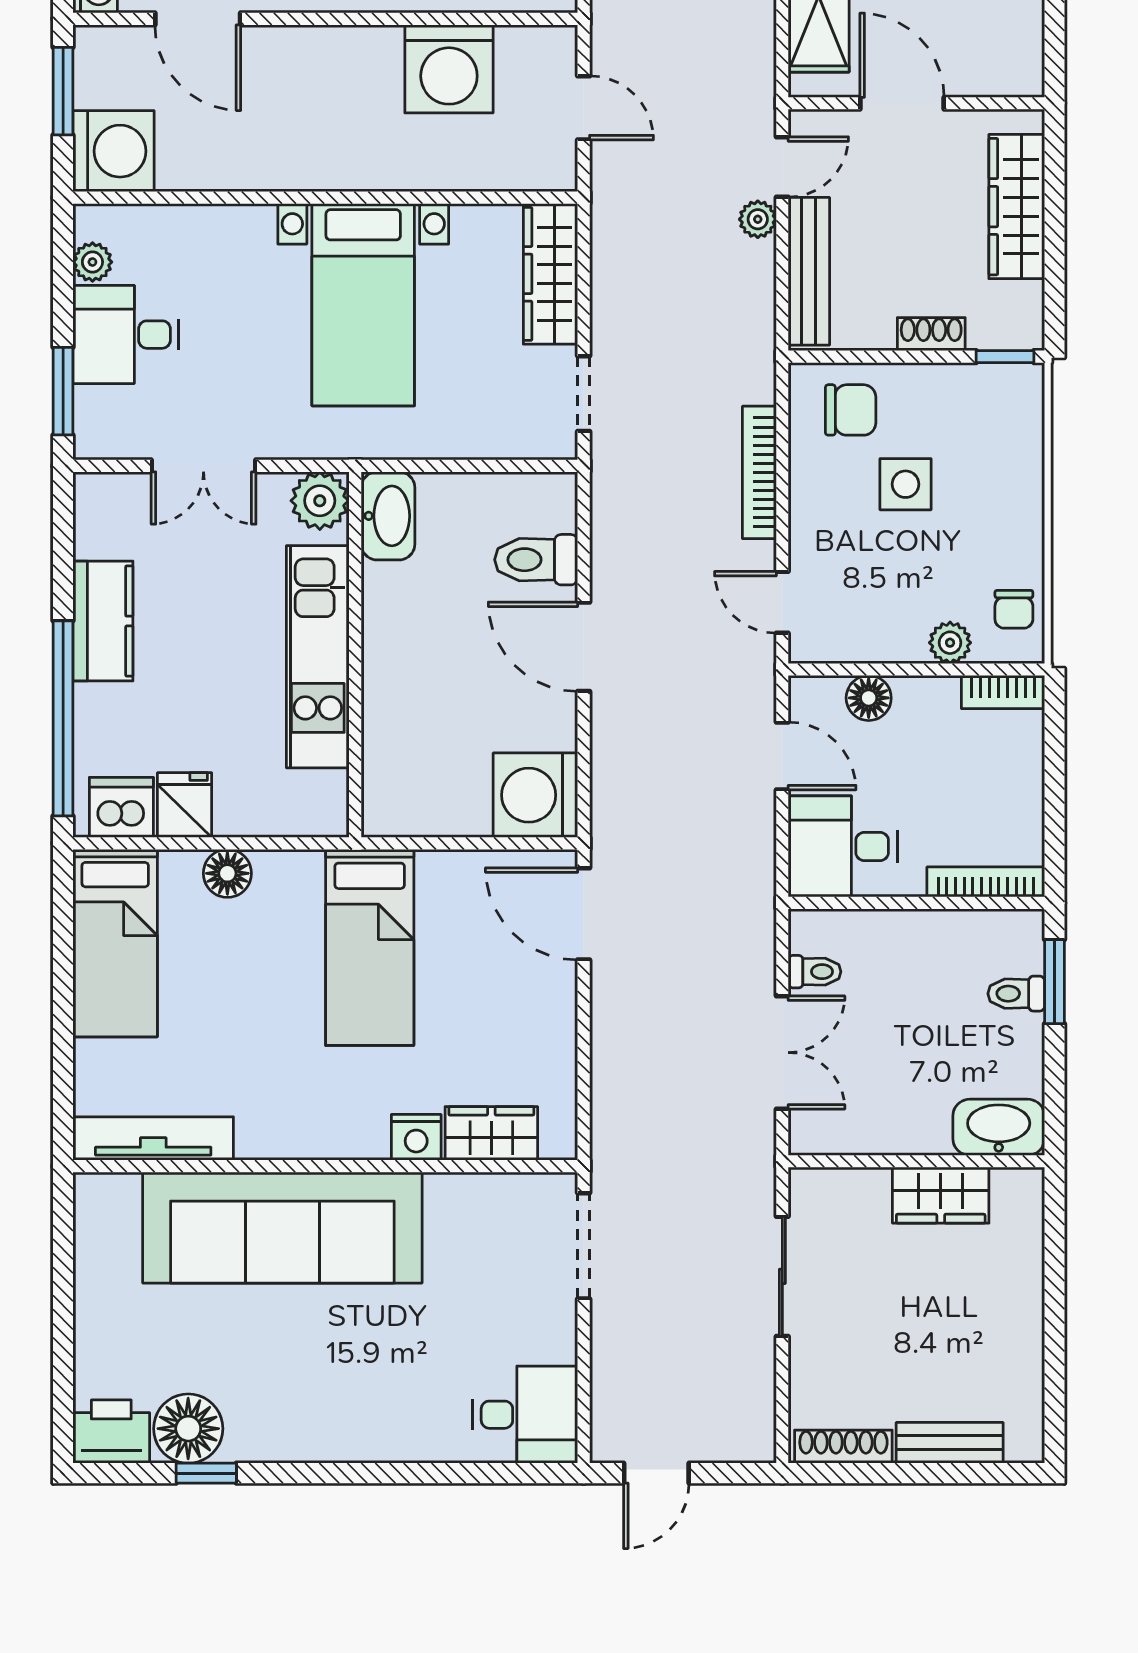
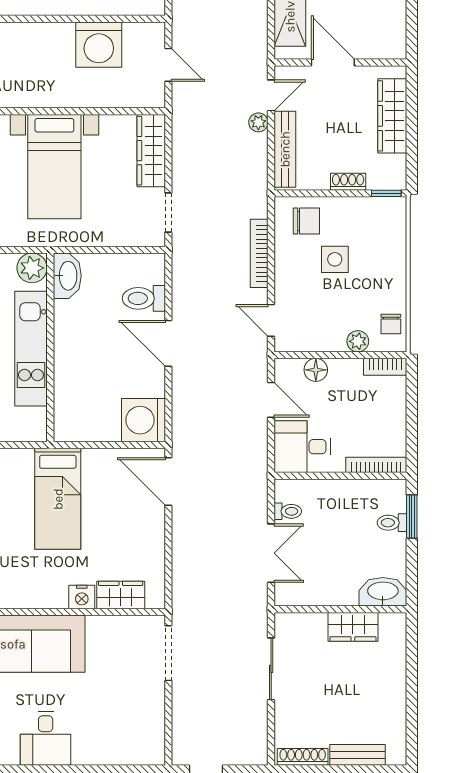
desk: (525, 1415) -> (46, 738), moved, turned 90

